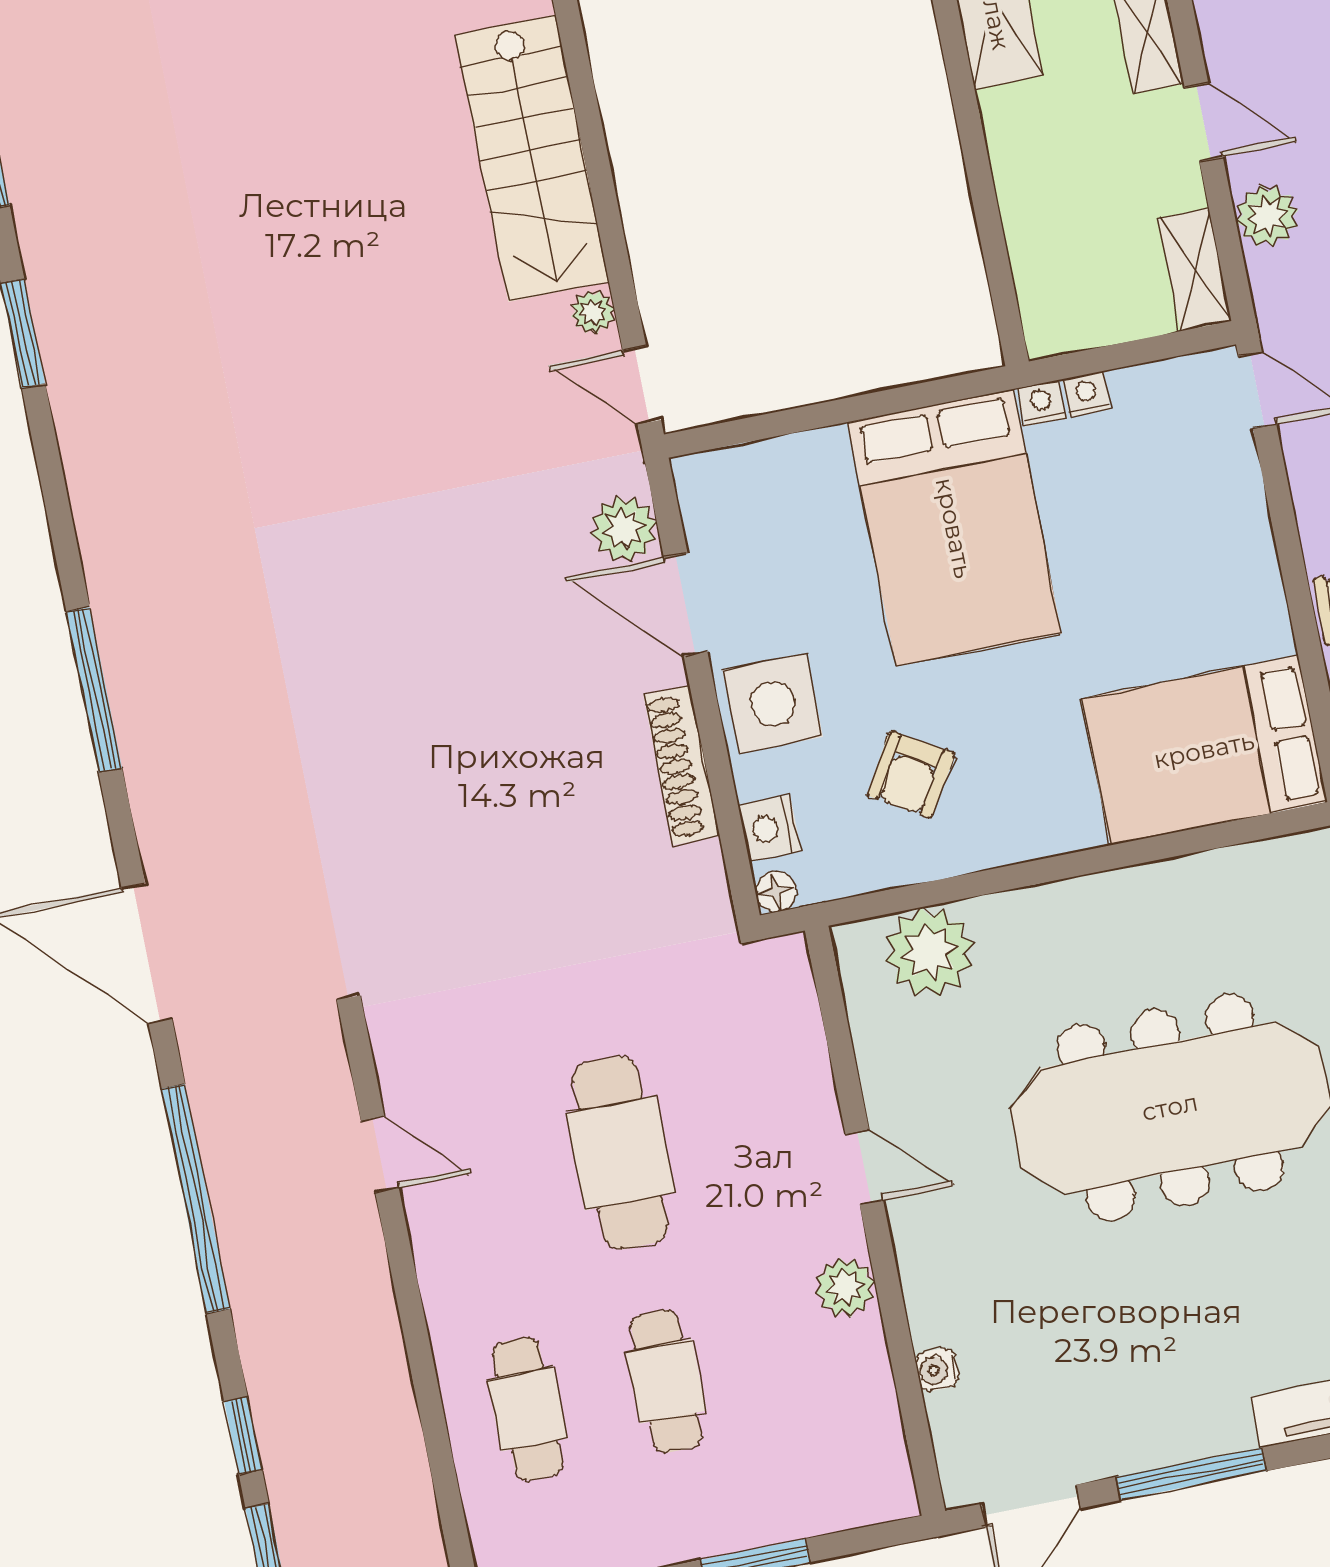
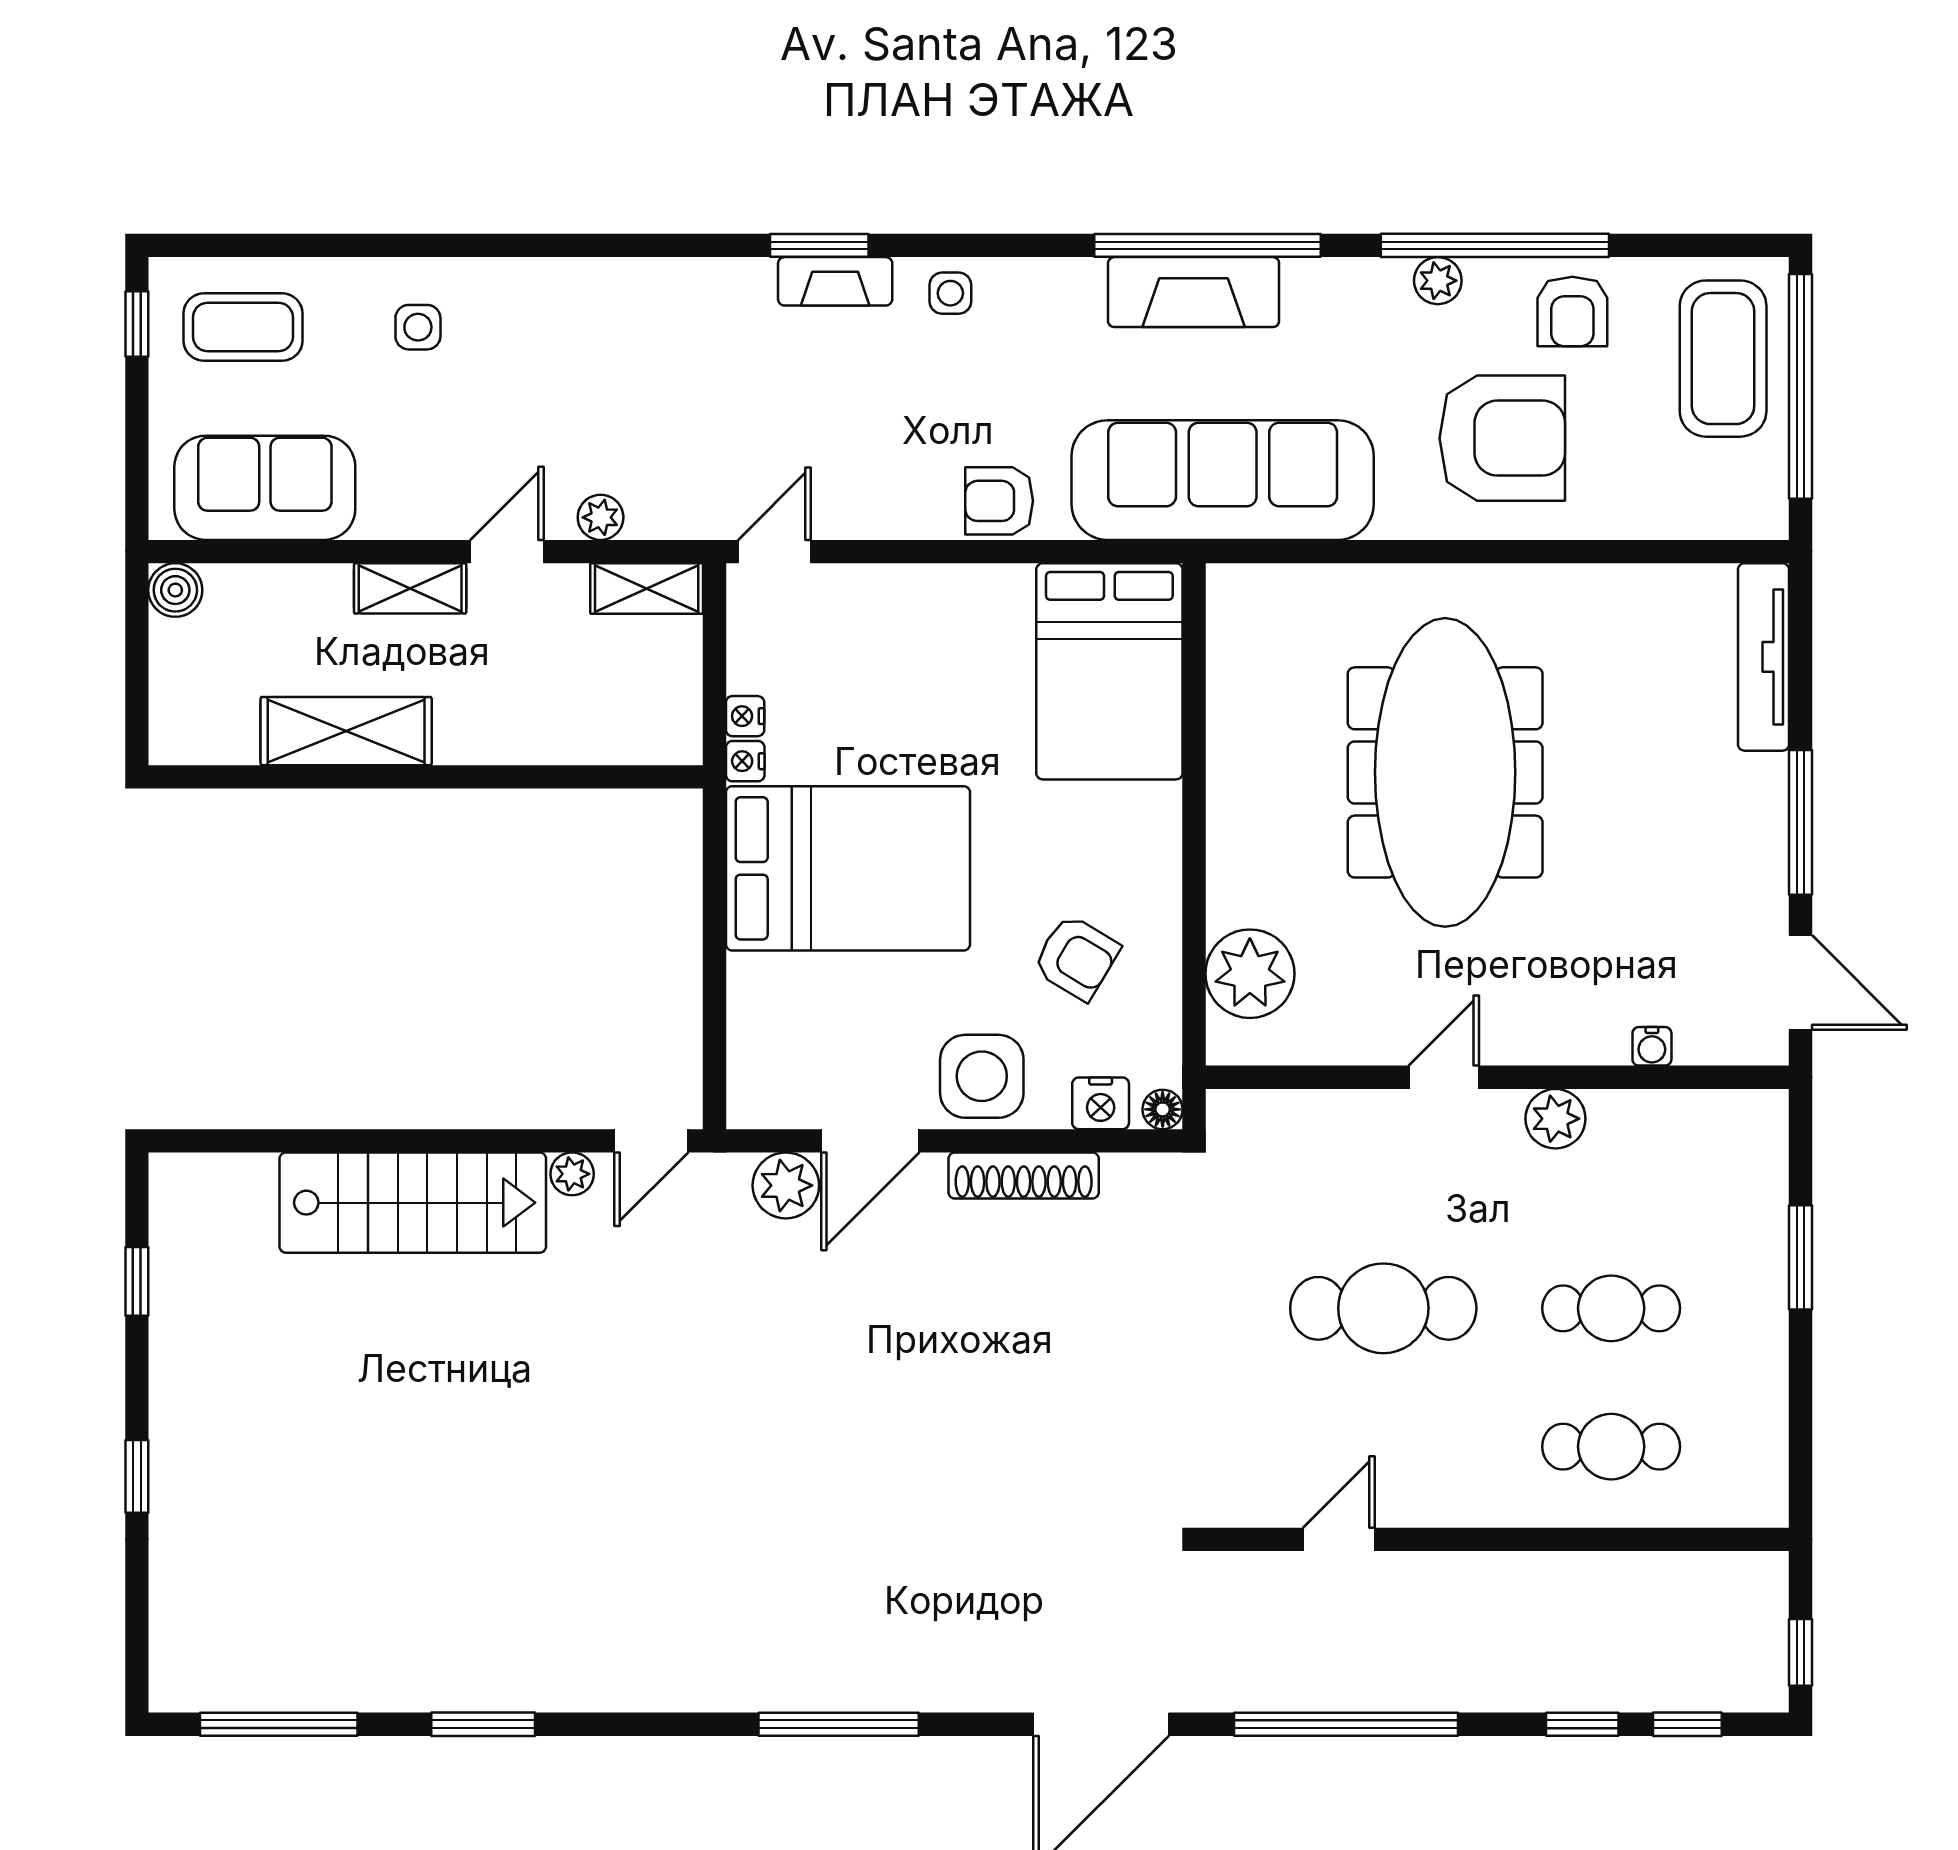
plant: (1267, 216) -> (601, 517), width x0.73, depth x0.73

